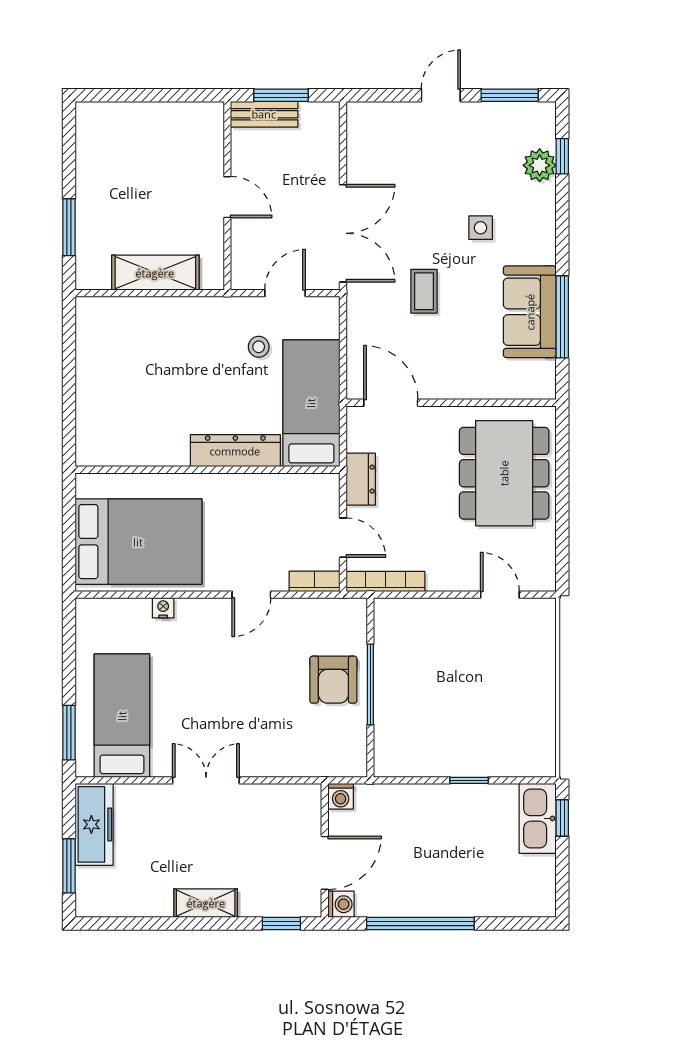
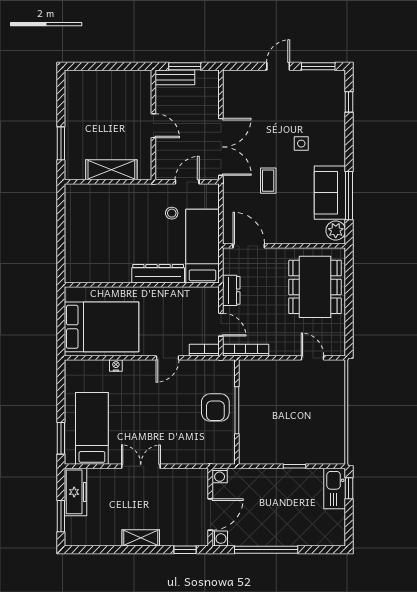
plant: (540, 165) -> (336, 230), moved

